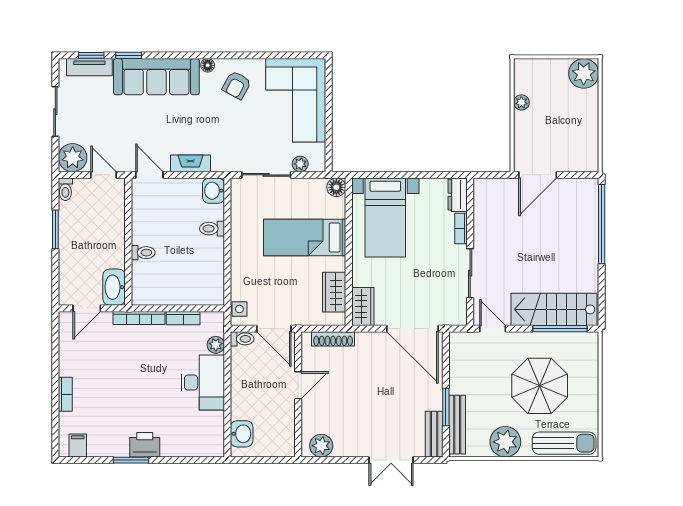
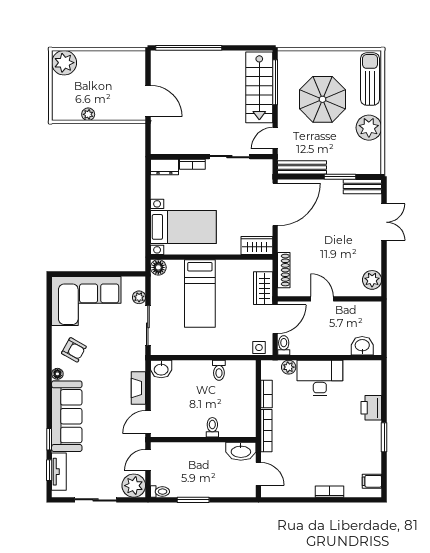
toilet: (212, 229) -> (219, 370), moved
wardrobe: (334, 292) -> (263, 288), moved, turned 90
bench: (457, 425) -> (302, 167), moved
printer: (145, 445) -> (371, 408), moved

